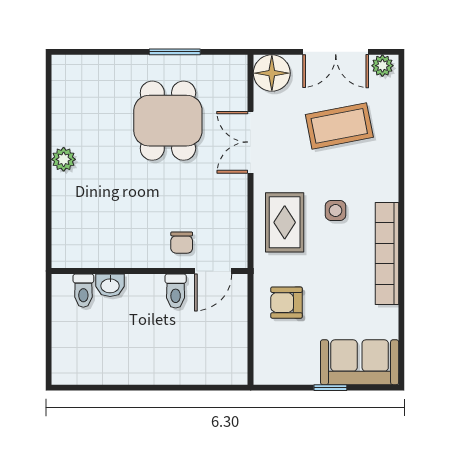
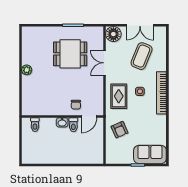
plant: (382, 66) -> (159, 31), removed
dining table: (168, 121) -> (70, 54), turned 90
coffee table: (339, 126) -> (142, 56), turned -57
bookcase: (387, 254) -> (161, 93), moved
washbasin: (110, 285) -> (62, 122), moved
armchair: (287, 303) -> (120, 130), turned -114

